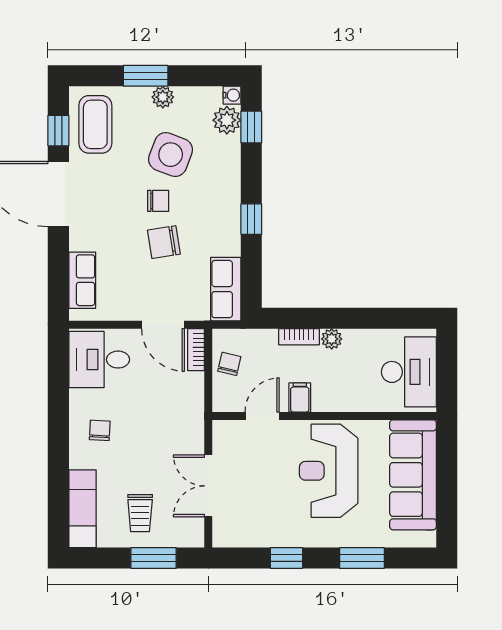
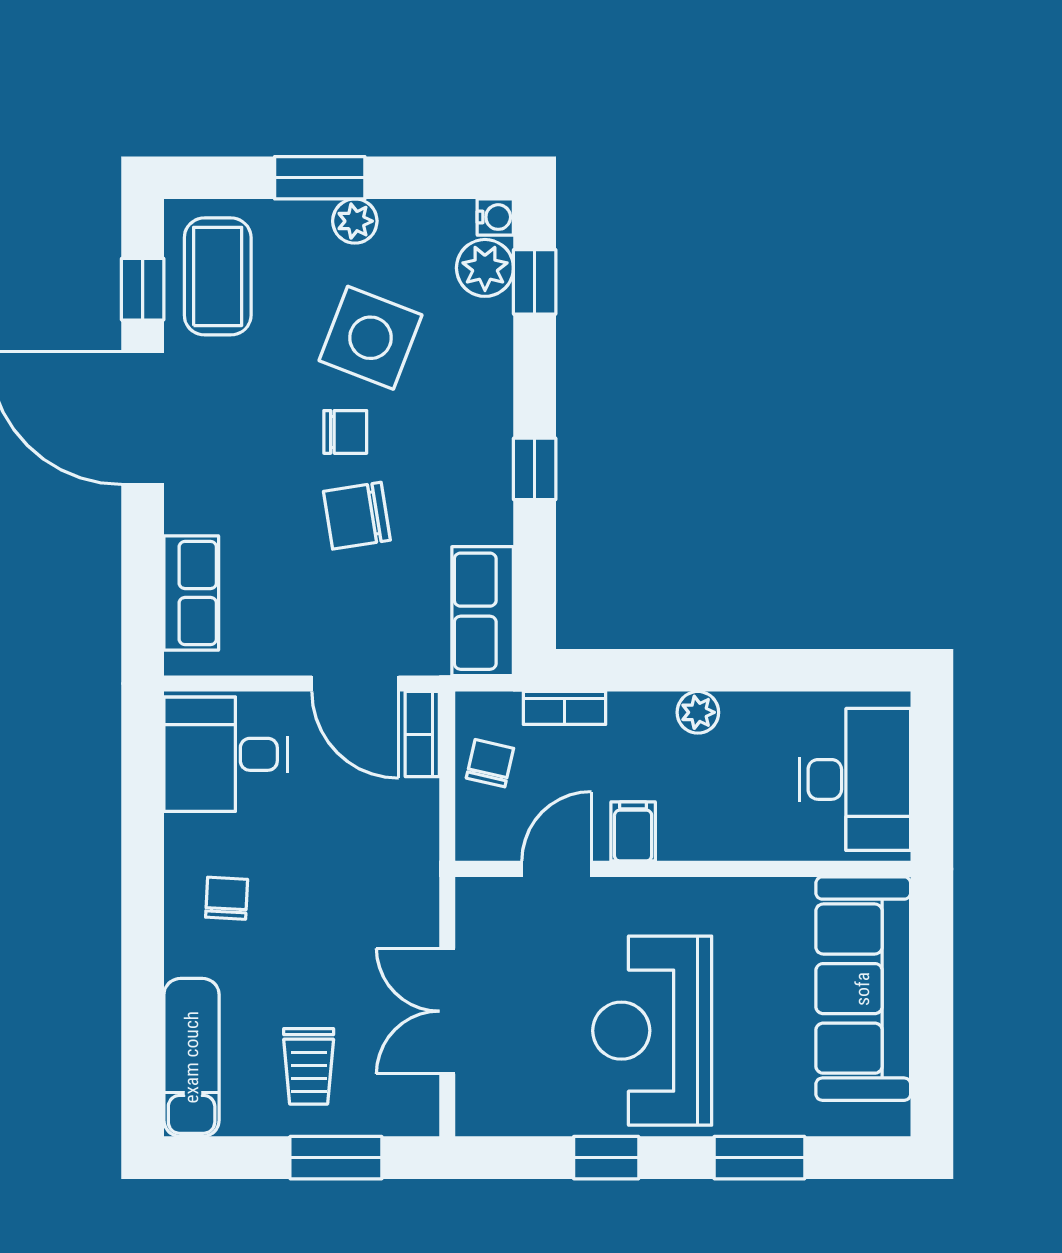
bookcase: (299, 337) -> (565, 708), moved
reception desk: (329, 471) -> (652, 1031), moved

